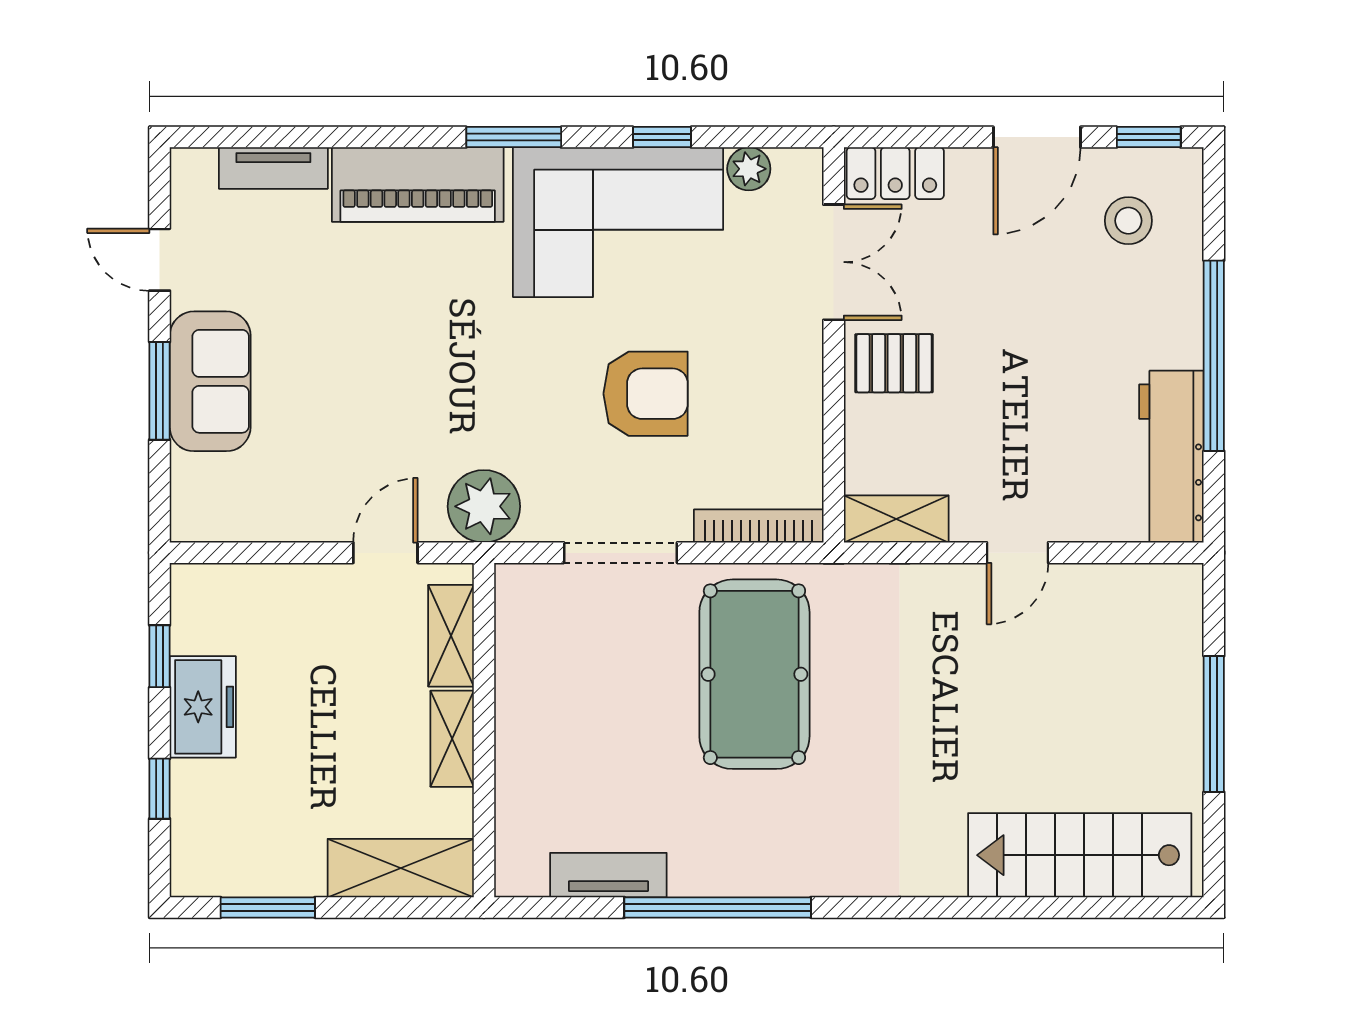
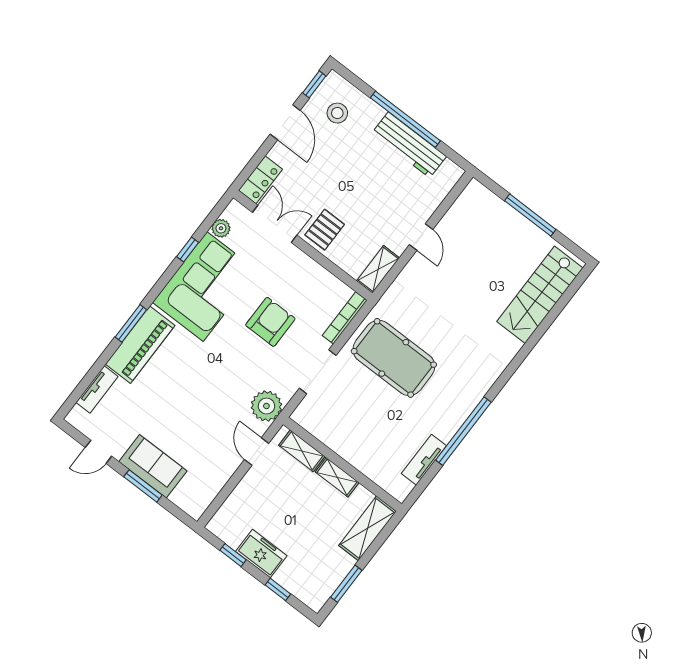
window: (514, 137) -> (131, 323), moved
workbench: (1171, 457) -> (409, 145), moved

